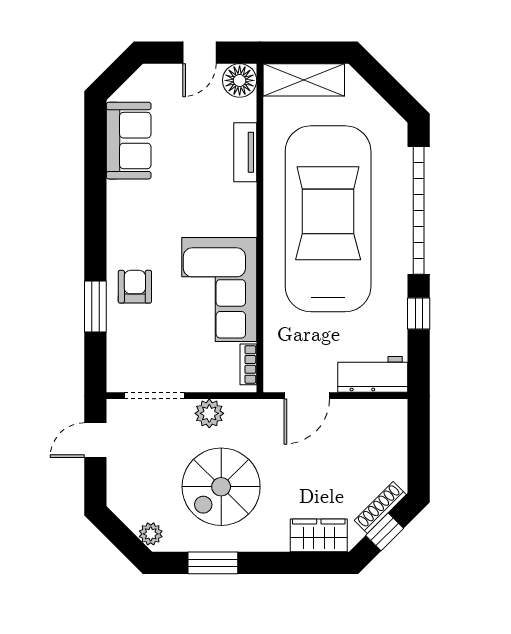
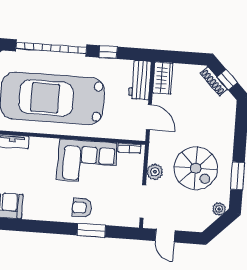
wardrobe: (319, 535) -> (163, 78), moved, turned 180

